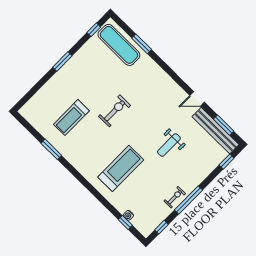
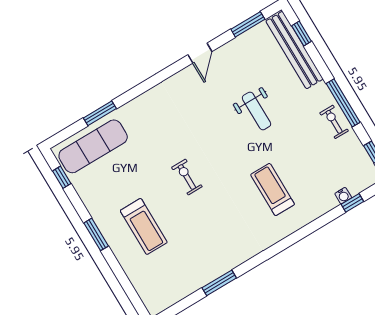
exercise bike: (115, 111) -> (187, 177), width x0.73, depth x0.72
treadmill: (71, 118) -> (144, 226), moved
bench: (215, 131) -> (295, 50), moved, turned 90
treadmill: (121, 168) -> (273, 190), width x0.73, depth x0.73

